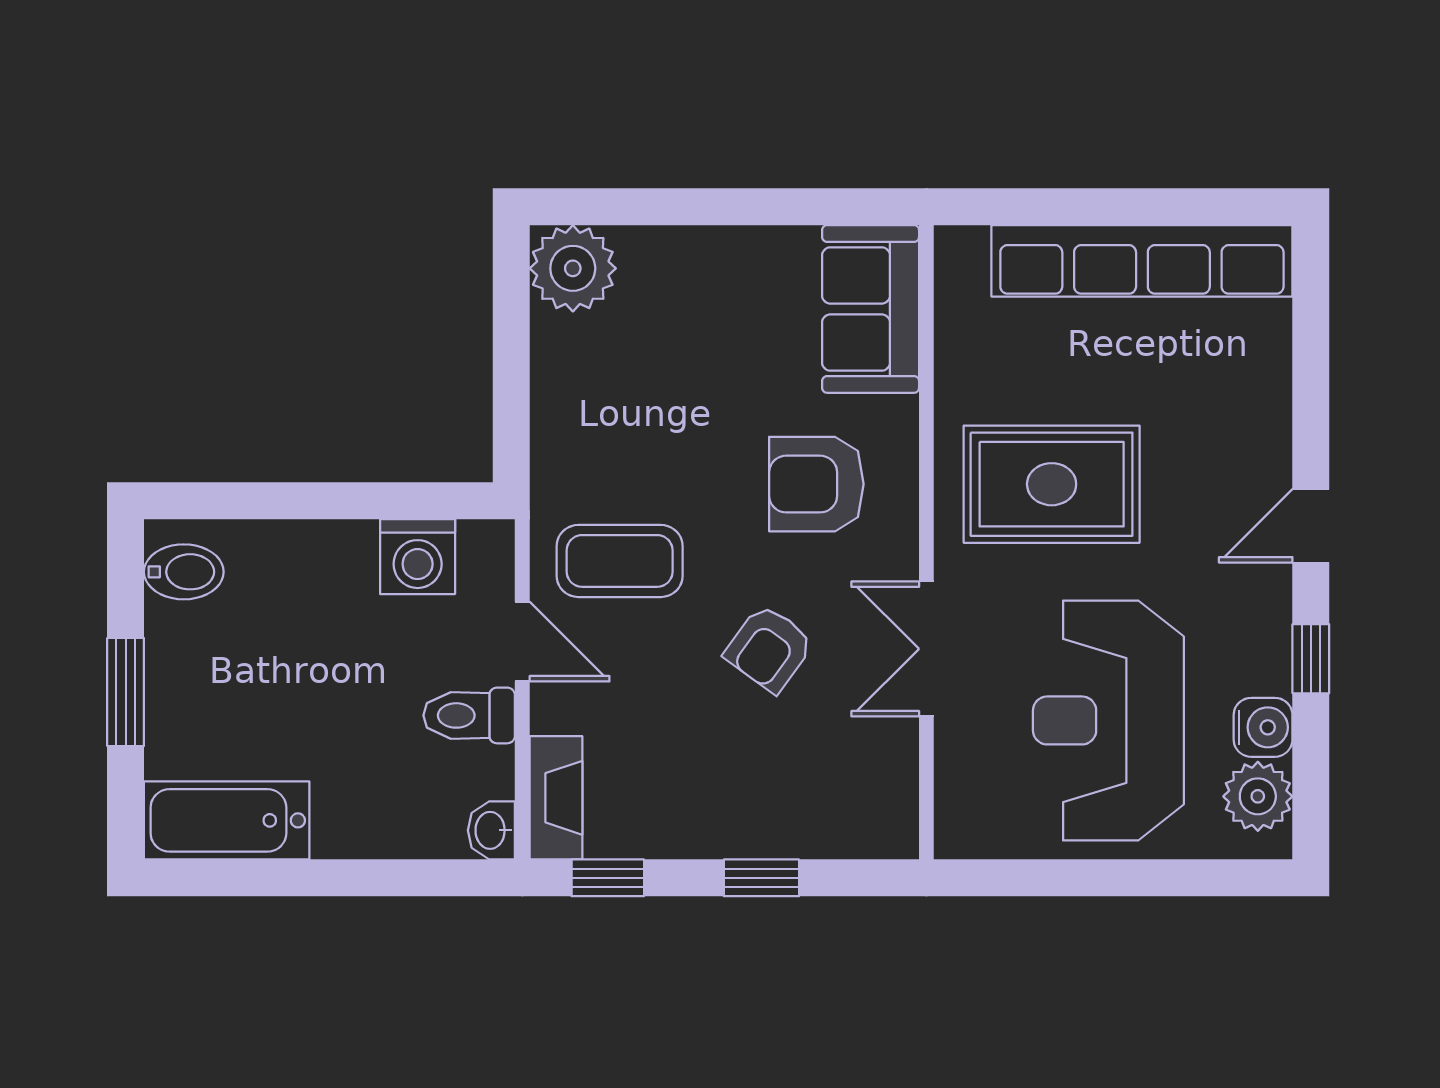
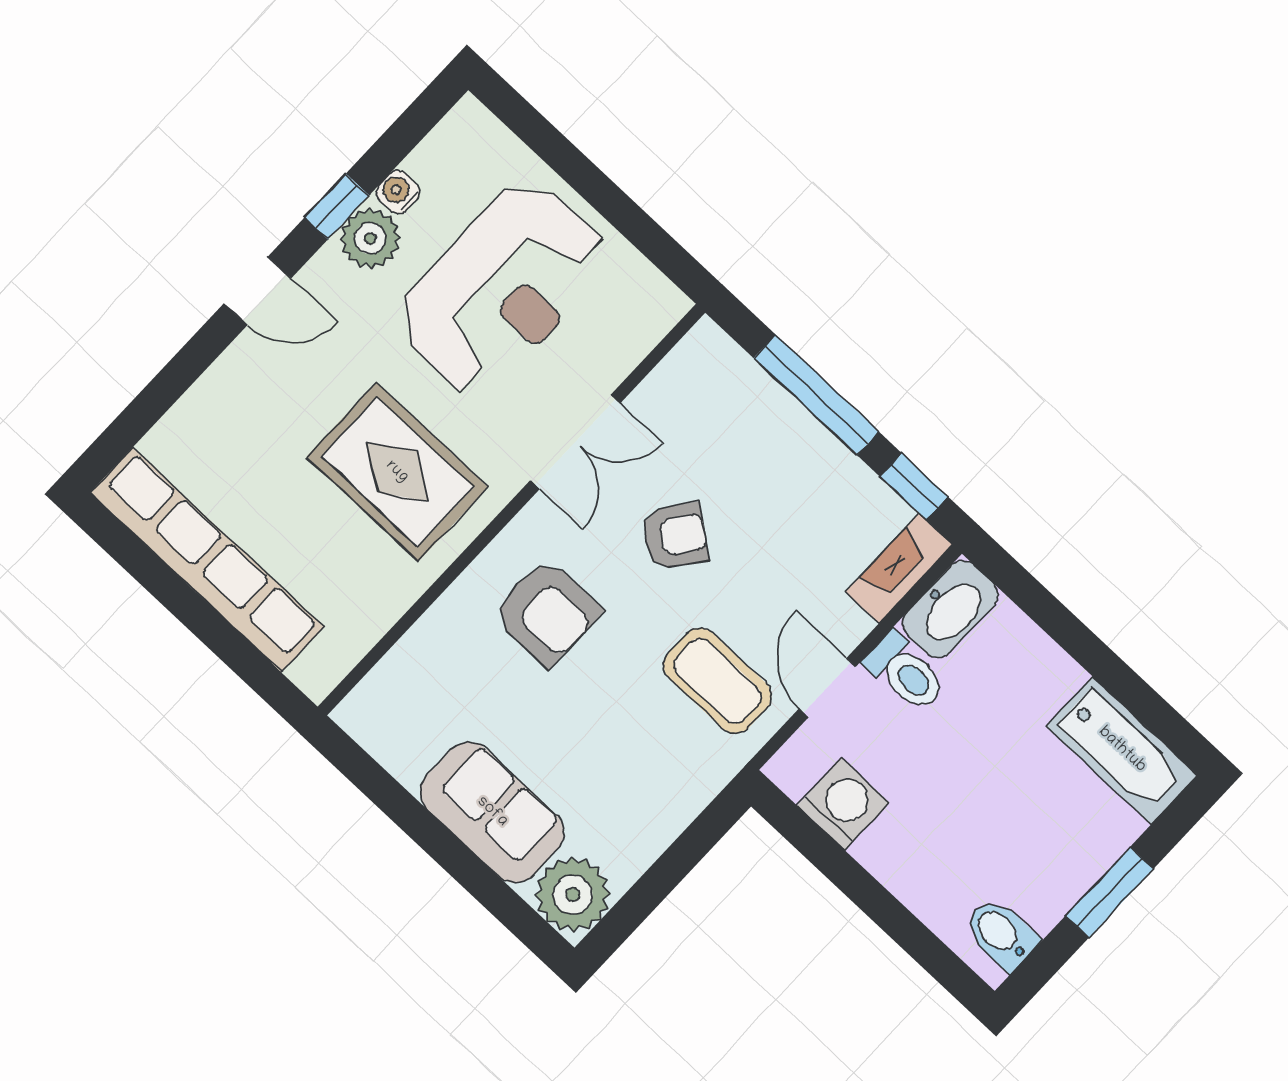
sofa: (871, 309) -> (492, 812), moved, turned -90
water cooler: (1263, 727) -> (398, 192), width x0.72, depth x0.72
plant: (1258, 796) -> (370, 238), moved
washbasin: (491, 830) -> (950, 609), width x1.91, depth x1.45
window: (761, 878) -> (816, 395), width x2.17

